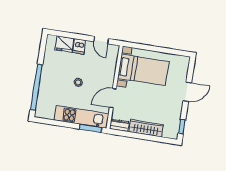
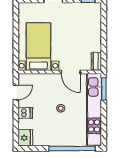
fridge: (64, 44) -> (25, 138), moved
kitchen unit: (81, 117) -> (94, 109), width x1.36
wardrobe: (146, 128) -> (95, 35), removed

